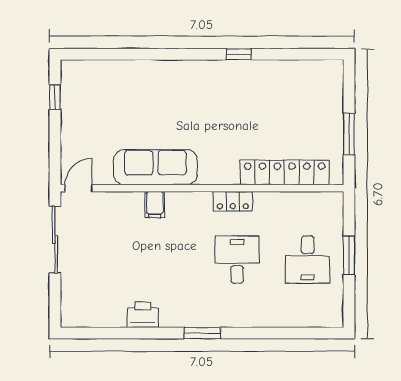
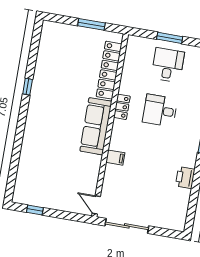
sofa: (155, 167) -> (96, 126), moved
desk: (308, 260) -> (168, 65), turned -90

